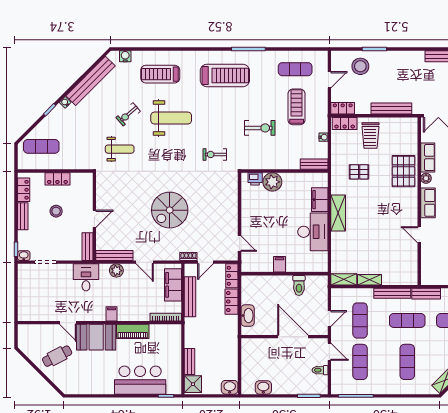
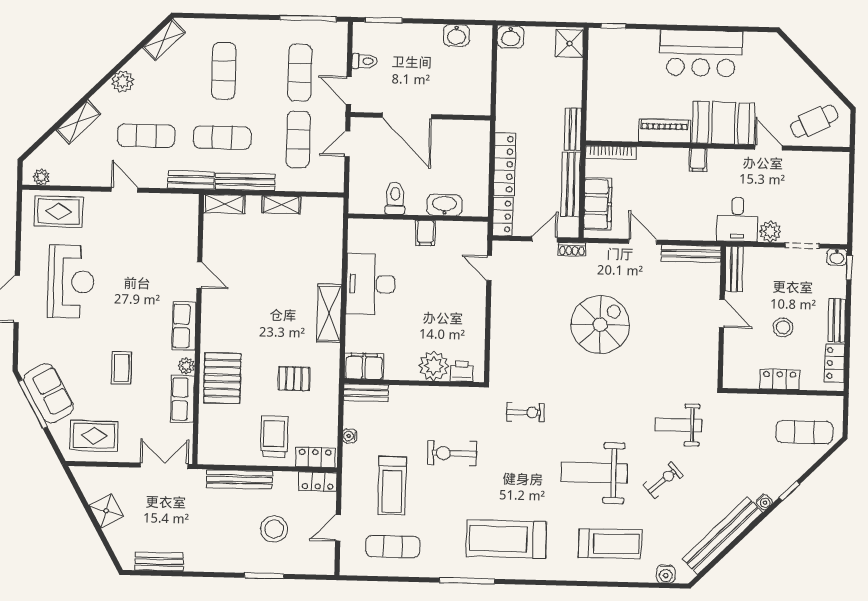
stool: (360, 66) -> (274, 529), moved
filing cabinet: (320, 200) -> (364, 366), moved, turned -90
door: (94, 219) -> (722, 314), swing flipped
plant: (116, 271) -> (770, 231), moved
shelving: (344, 279) -> (224, 204), moved
locker: (231, 302) -> (505, 164), width x1.53
washbasin: (248, 316) -> (444, 205), moved, turned 90
cafe table: (57, 356) -> (814, 121), moved
bench: (190, 361) -> (573, 129), moved
bar counter: (140, 380) -> (701, 53), moved

